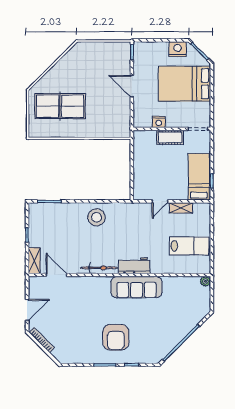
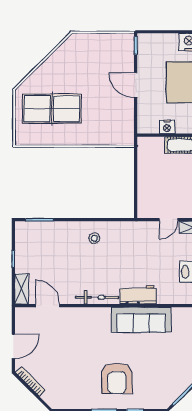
stool: (96, 217) -> (94, 238), width x0.53, depth x0.53

